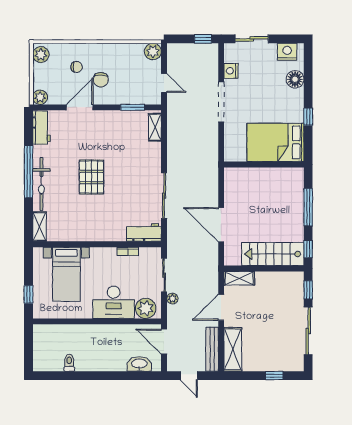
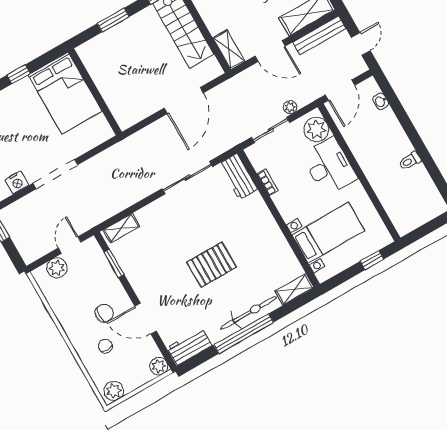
plant: (153, 51) -> (57, 268), moved
window: (308, 207) -> (113, 20), width x0.69
toilet: (69, 363) -> (410, 161), moved
washbasin: (139, 364) -> (381, 101), width x0.52, depth x0.69

